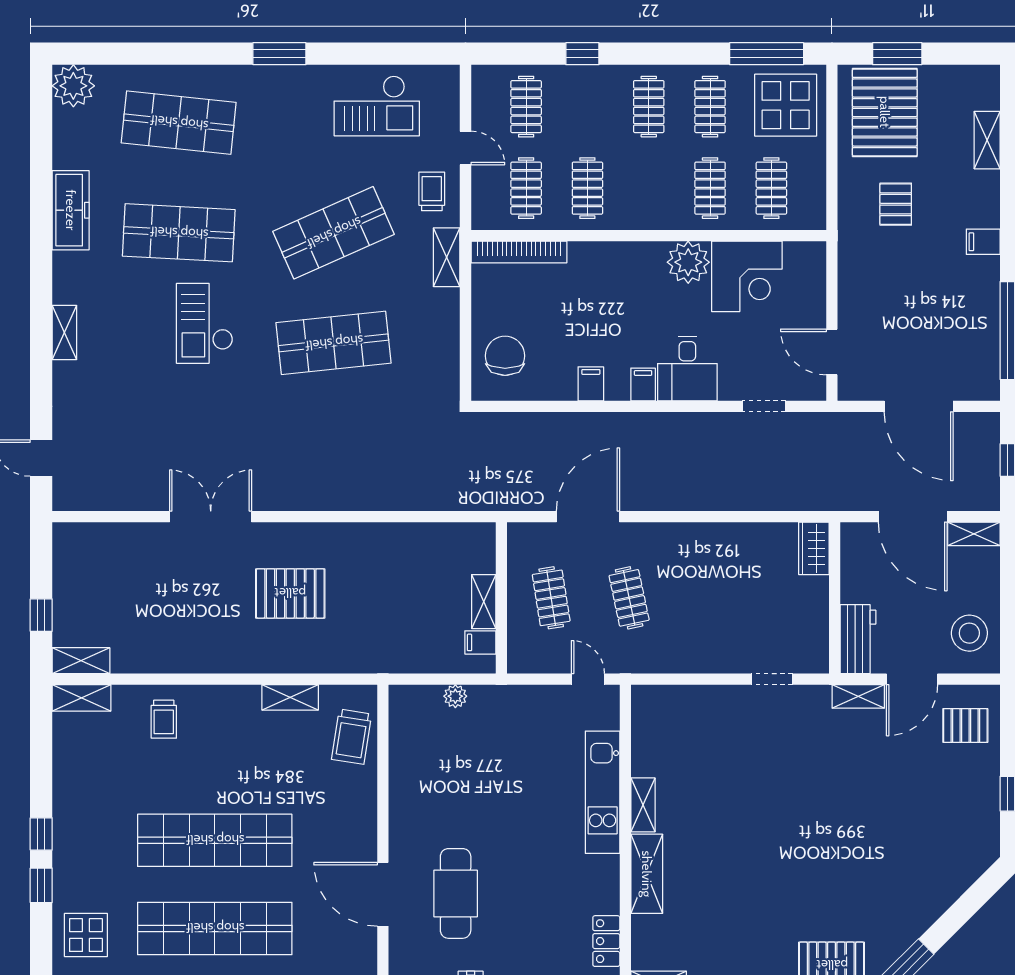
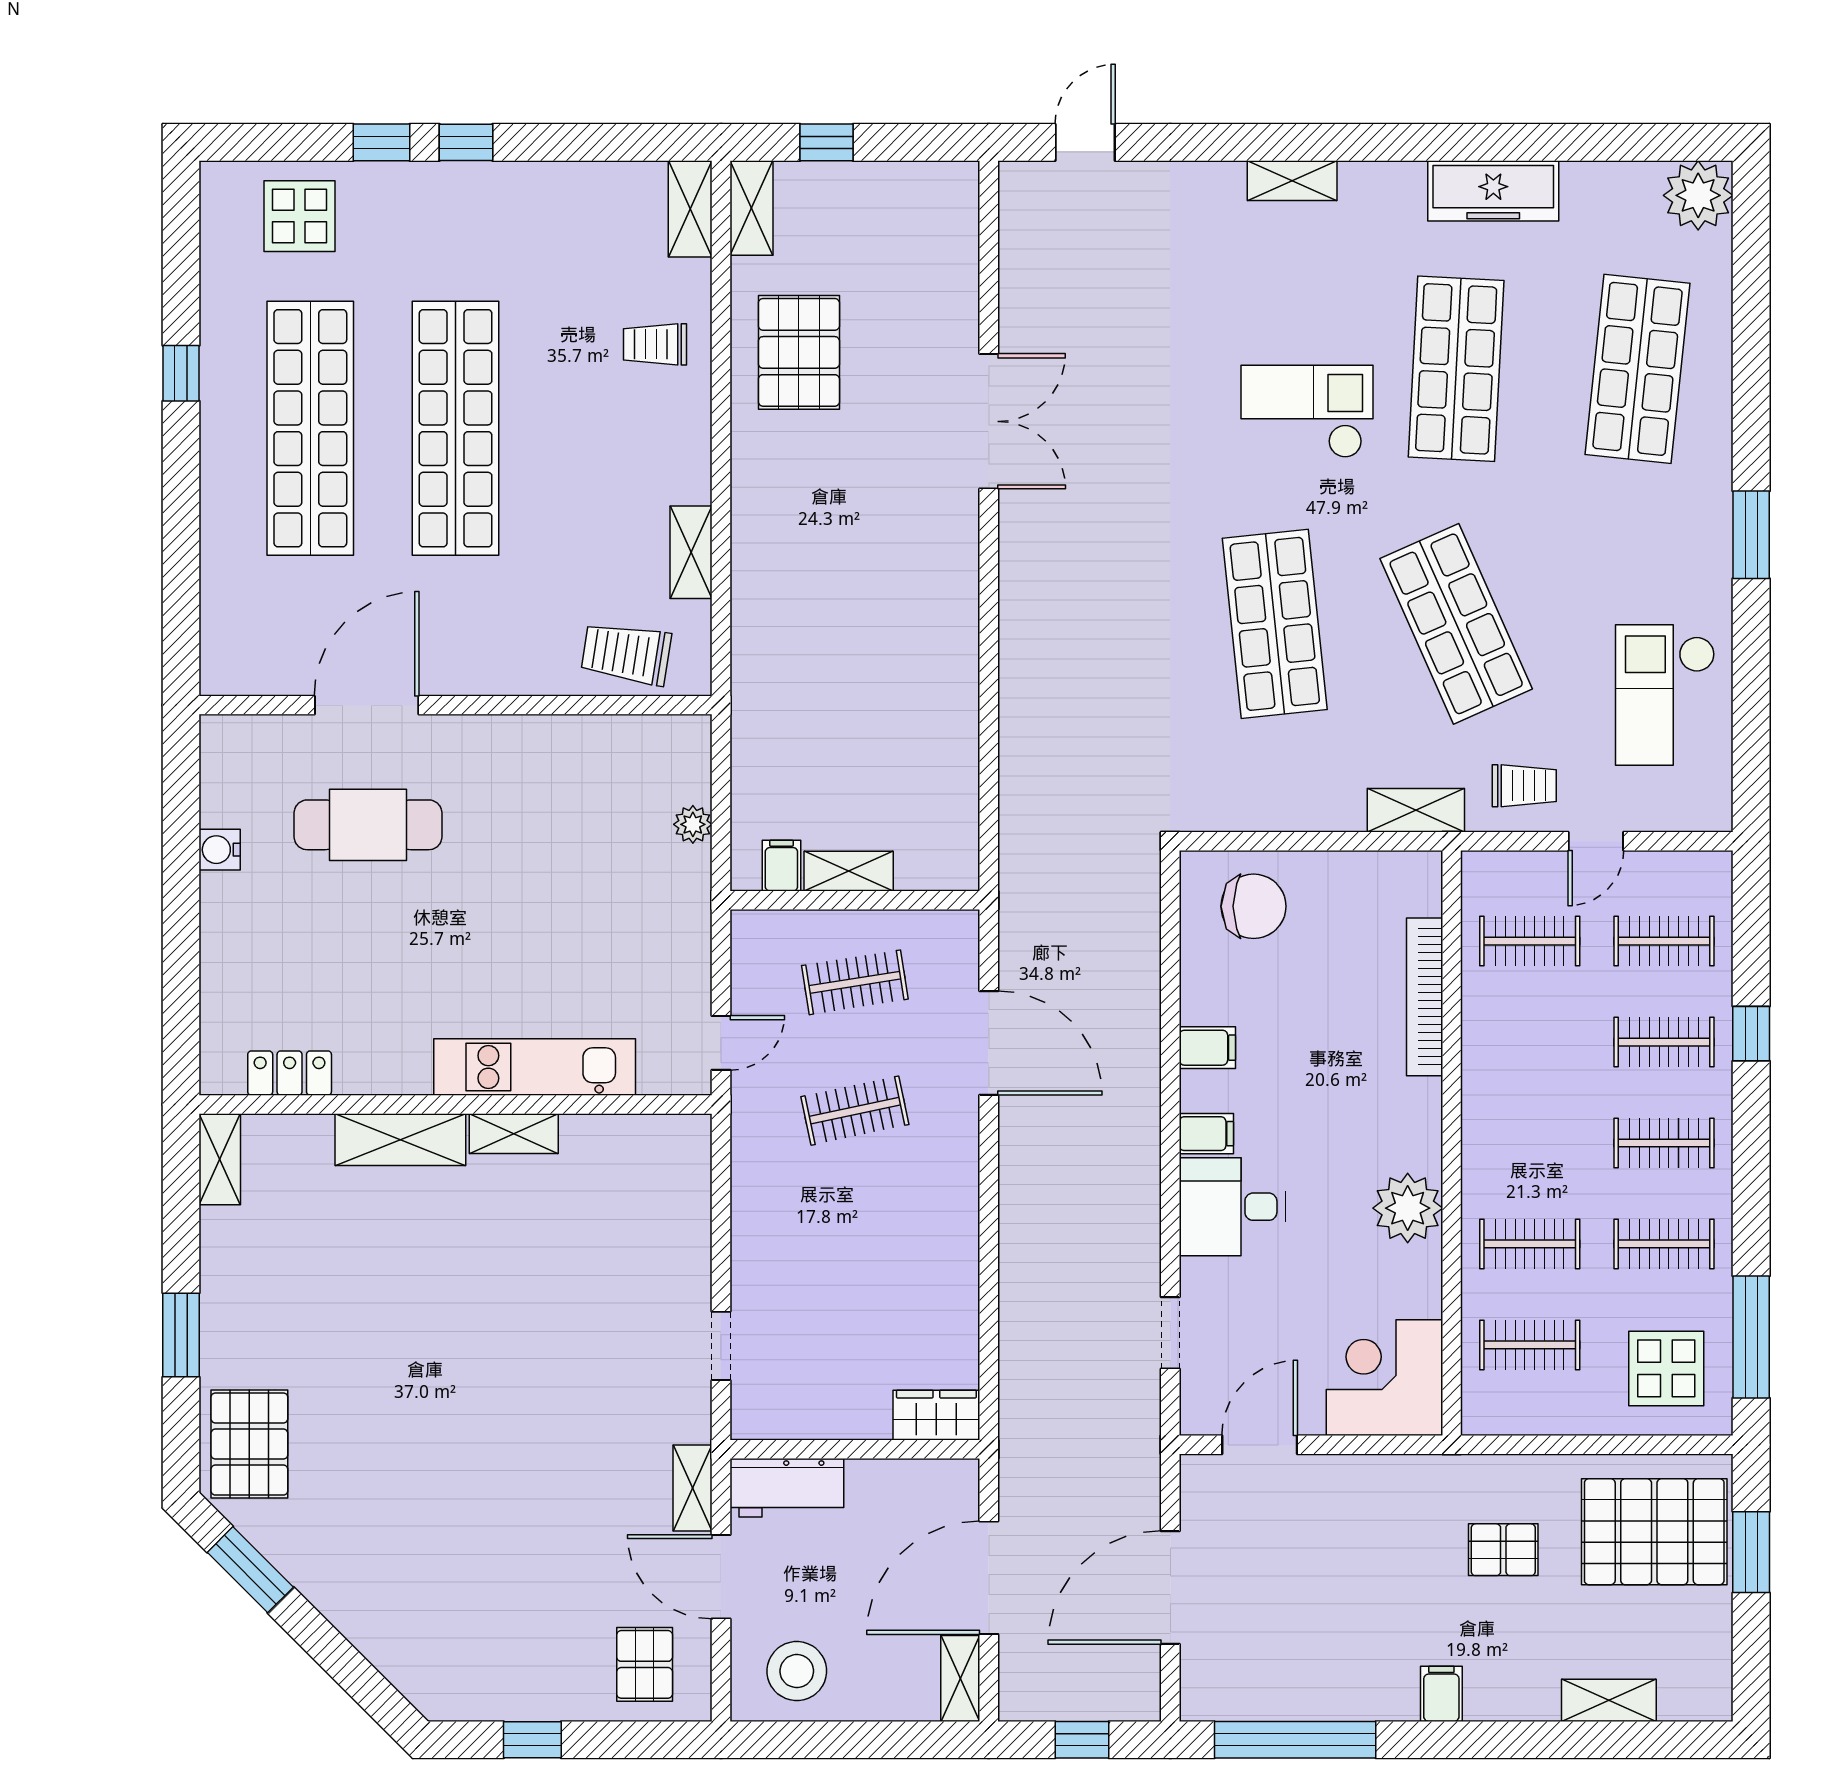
display table: (786, 105) -> (1666, 1368), width x0.73, depth x0.73
clothes rail: (587, 188) -> (1664, 1042), moved
bookcase: (519, 252) -> (1425, 997), moved
corner desk: (747, 276) -> (1384, 1378), moved, turned 90
pallet: (290, 593) -> (799, 352), moved

